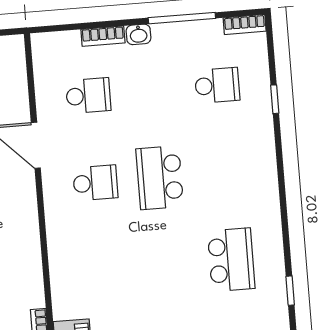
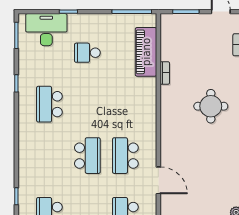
school desk: (95, 183) -> (125, 156), width x1.85

